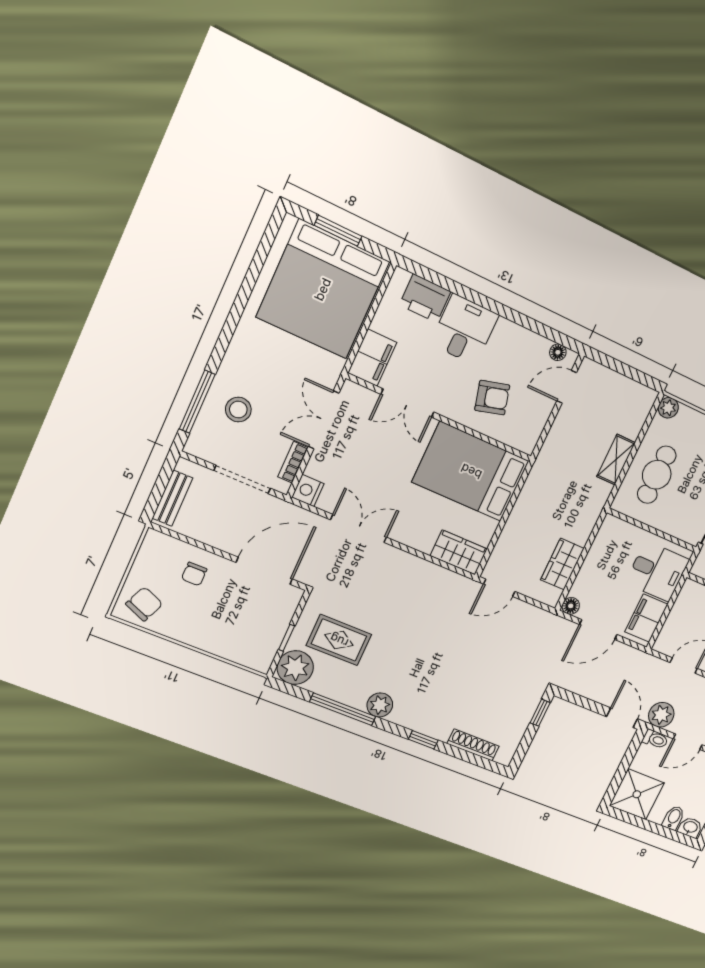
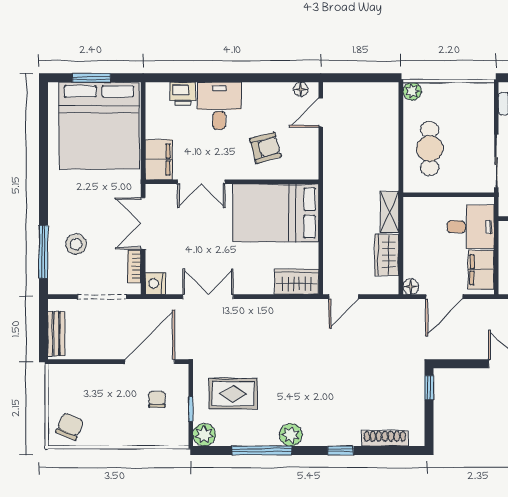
printer: (425, 298) -> (183, 94), width x0.73, depth x0.81
shelving: (616, 460) -> (389, 212), moved
chair: (194, 574) -> (157, 399), moved, turned 180
plant: (295, 668) -> (204, 435), width x0.73, depth x0.73

